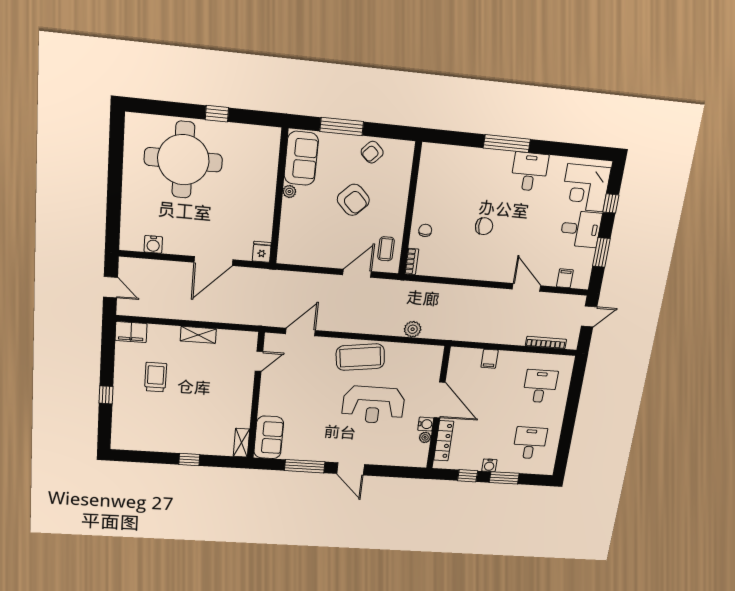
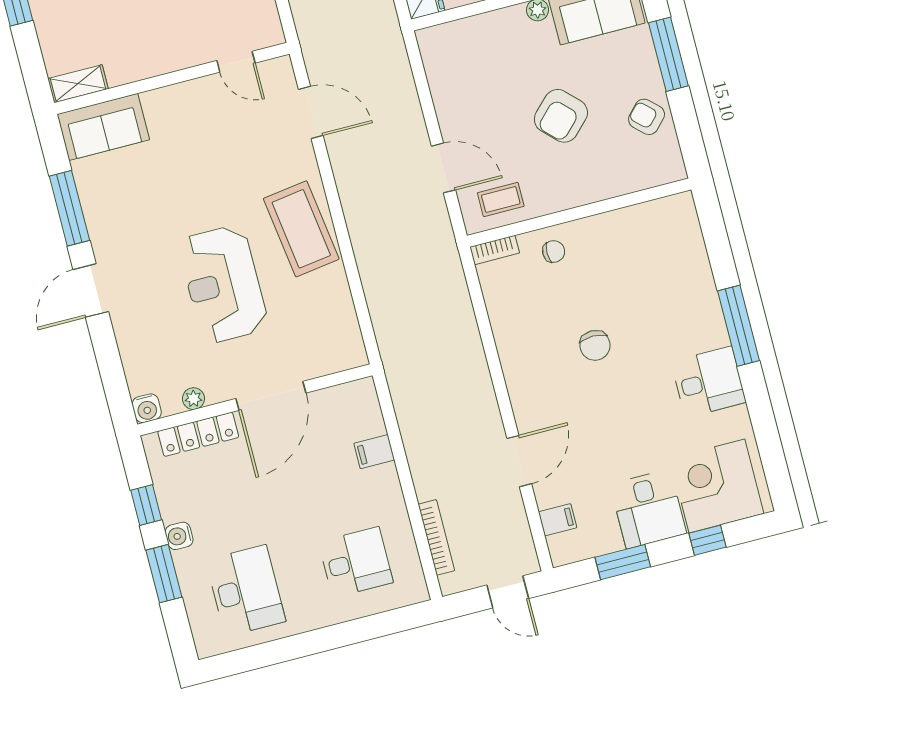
plant: (413, 329) -> (380, 298), removed
water cooler: (426, 424) -> (147, 408), moved
desk: (530, 443) -> (246, 591), width x1.37

